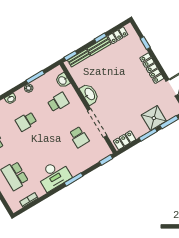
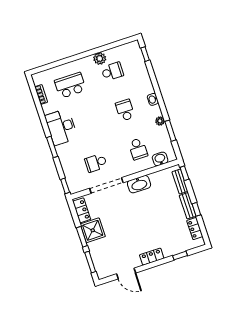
locker: (152, 68) -> (152, 257), width x0.66
shower: (154, 118) -> (93, 230), moved

